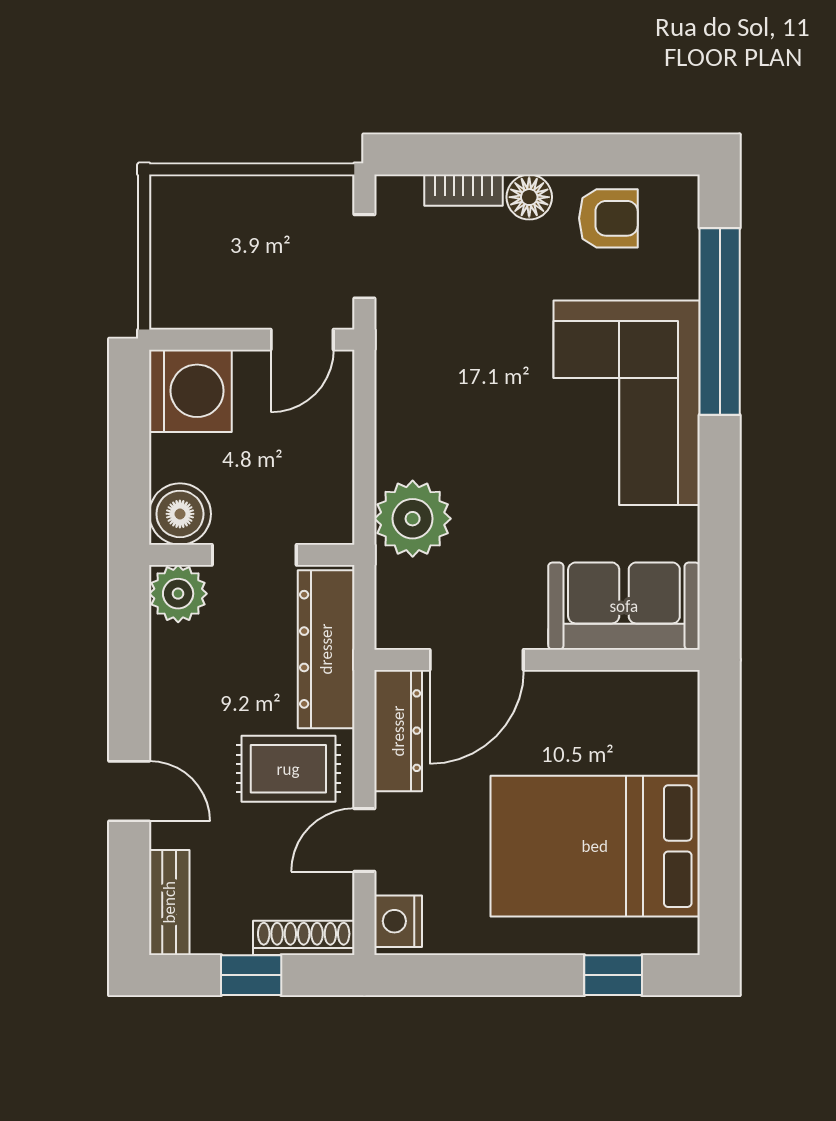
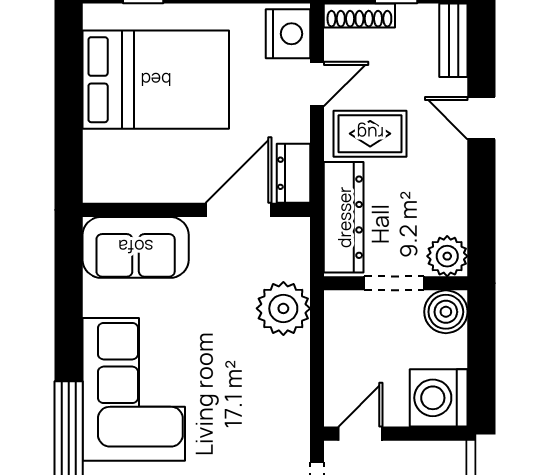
dresser: (398, 731) -> (293, 173), width x0.70
nightstand: (398, 921) -> (288, 34), width x1.36, depth x1.33

